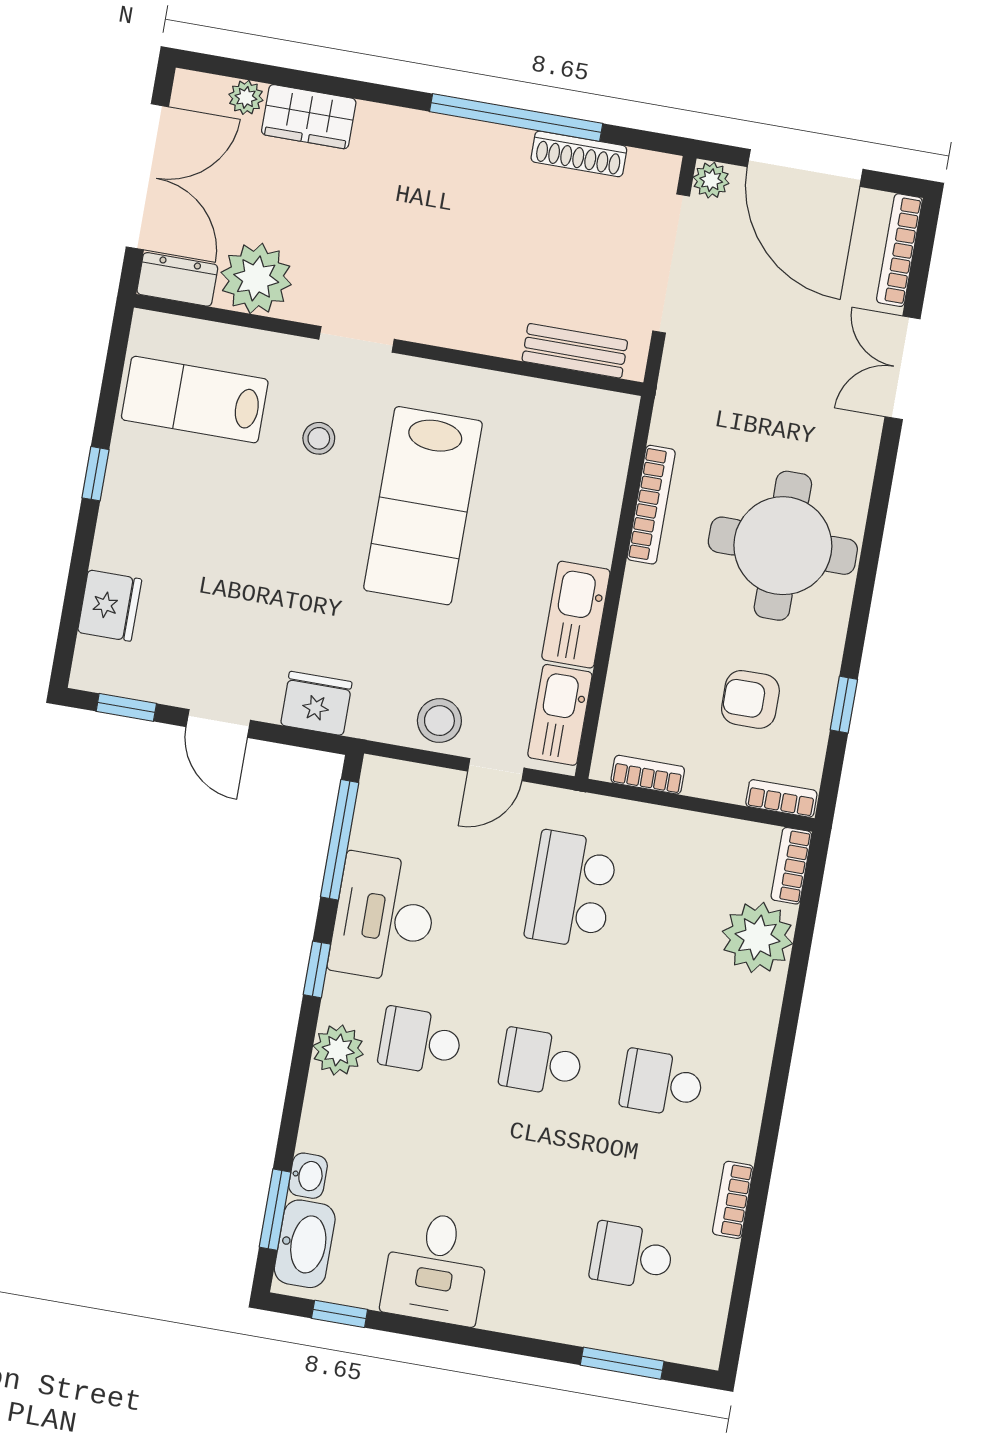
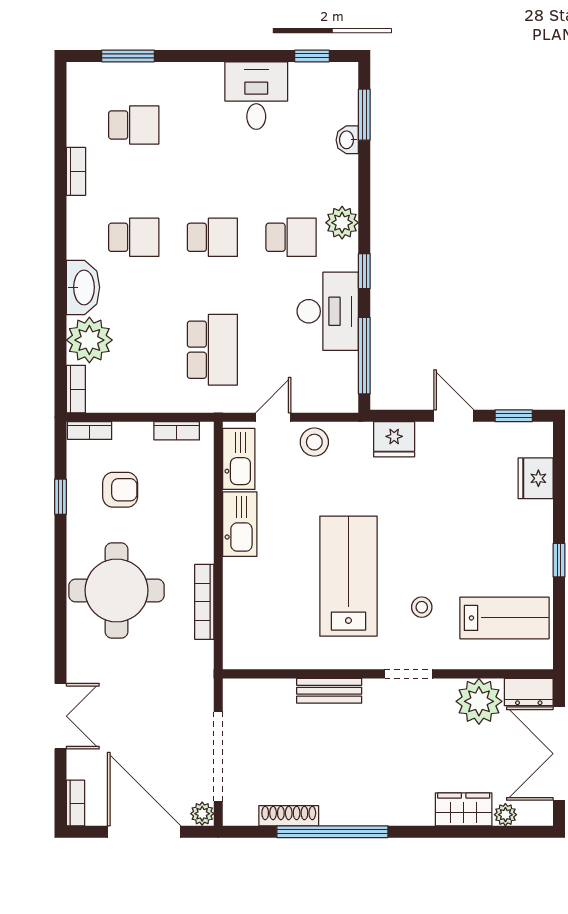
bookcase: (899, 250) -> (76, 803), width x0.64
bench: (575, 351) -> (329, 691), moved
washbasin: (305, 1244) -> (83, 287), moved, turned 180

